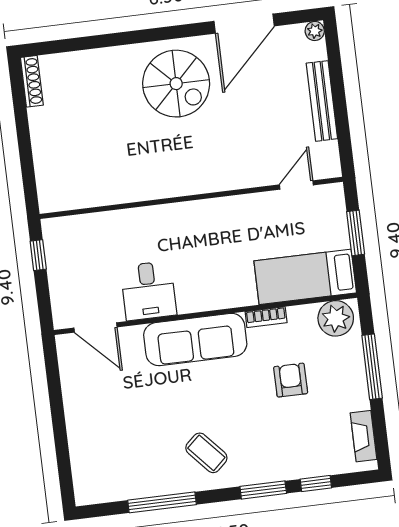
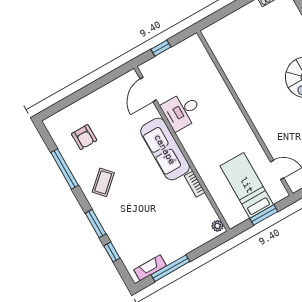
window: (38, 255) -> (161, 48), moved
bed: (305, 277) -> (247, 185), moved
plant: (336, 318) -> (217, 226), width x0.53, depth x0.53
window: (372, 367) -> (170, 268), moved
armchair: (291, 380) -> (84, 137), moved, turned 90

